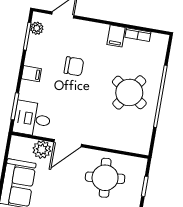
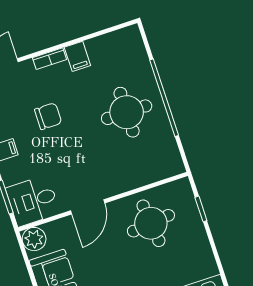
bookcase: (138, 35) -> (50, 59), moved
round table: (129, 92) -> (127, 112), turned -34
plant: (42, 150) -> (34, 239), moved

